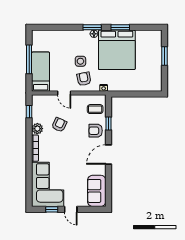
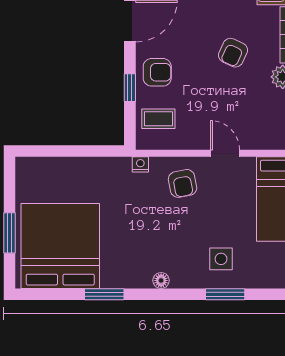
window: (92, 27) -> (225, 294), moved
bed: (117, 50) -> (60, 246), moved
side table: (80, 61) -> (221, 259), moved
armchair: (59, 125) -> (233, 53), moved

